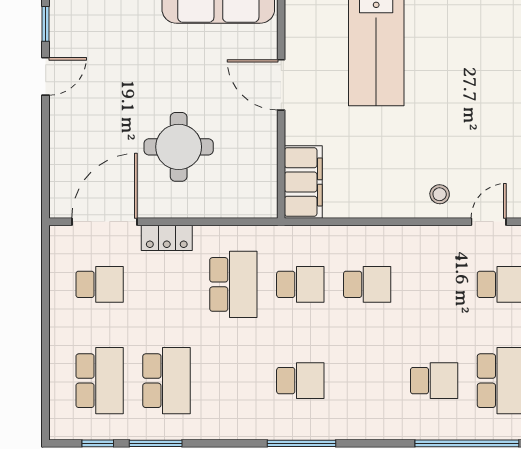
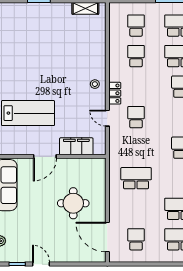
filing cabinet: (303, 182) -> (76, 146), moved
door: (489, 222) -> (107, 118), moved
locker: (167, 238) -> (115, 93), moved
school desk: (300, 284) -> (136, 148), removed

